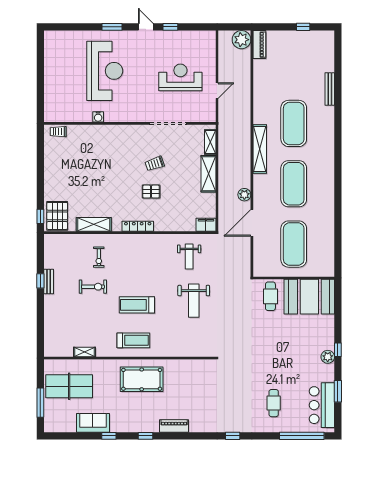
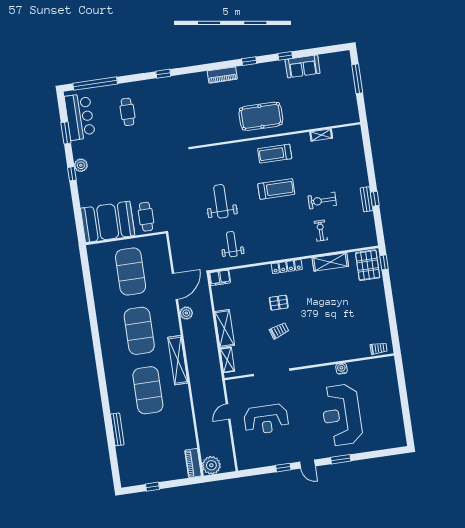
table tennis table: (69, 386) -> (331, 99), removed

